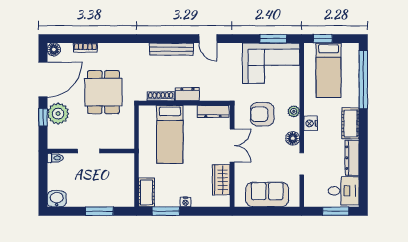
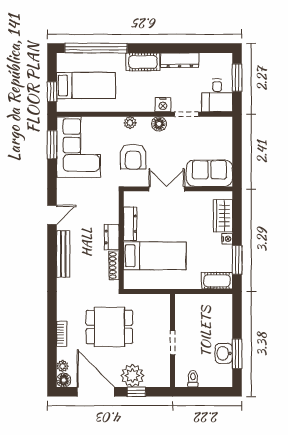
plant: (67, 48) -> (63, 366), added
bookcase: (85, 48) -> (62, 334), moved
dresser: (213, 111) -> (130, 224), moved
nightstand: (311, 123) -> (163, 105), moved
toilet: (55, 158) -> (193, 379), moved
wardrobe: (221, 180) -> (223, 216), moved, turned 90
desk: (344, 191) -> (217, 95), moved, turned 180
sofa: (267, 194) -> (209, 173), moved, turned 90
washbasin: (57, 199) -> (224, 353), moved
window: (99, 211) -> (237, 354), moved

